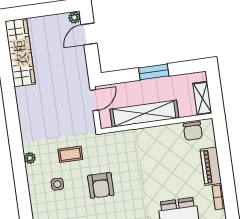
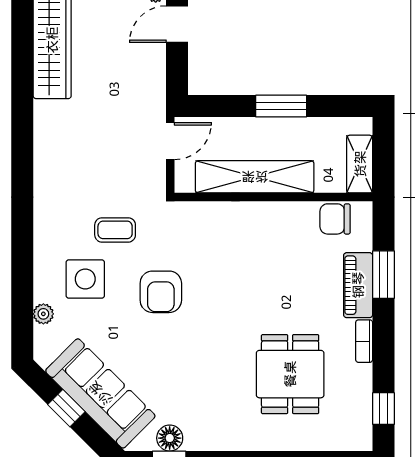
chair: (193, 131) -> (335, 219), turned 90
plant: (30, 158) -> (43, 314), moved
window: (224, 158) -> (383, 275), added
side table: (57, 184) -> (85, 279), width x1.87, depth x1.87

